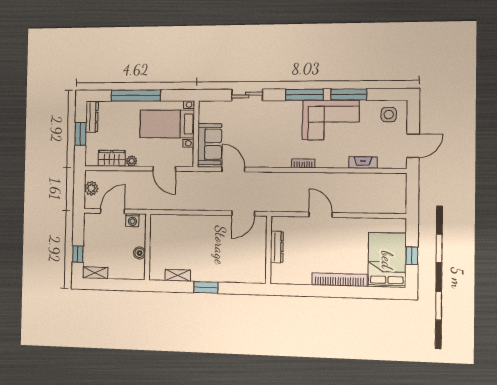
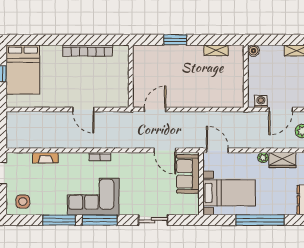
corner sofa: (331, 120) -> (93, 197), moved
door: (164, 169) -> (217, 150), moved
dresser: (277, 247) -> (123, 79), removed
boiler: (140, 253) -> (253, 51), moved
bookcase: (339, 280) -> (88, 51), moved
window: (206, 287) -> (175, 40), moved

